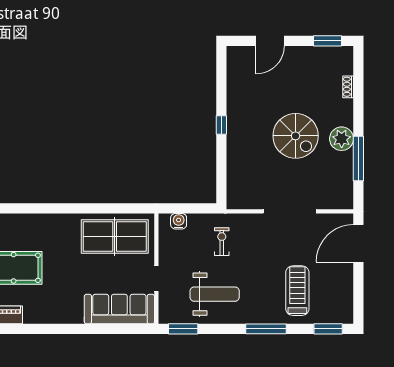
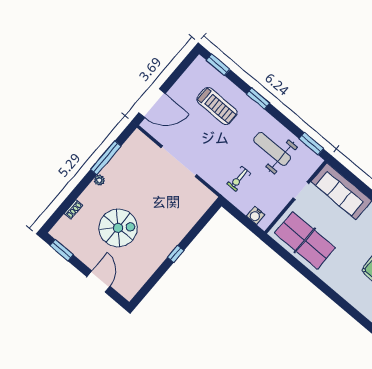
door: (270, 41) -> (98, 281), hinge flipped
spiral stairs: (296, 136) -> (118, 228), moved, turned 90
plant: (342, 139) -> (99, 180), width x0.53, depth x0.53
treadmill: (297, 291) -> (217, 106), turned -90
window: (266, 329) -> (258, 99), width x0.69

